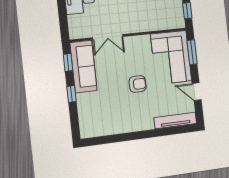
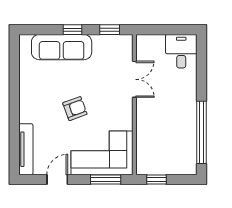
double door: (108, 37) -> (134, 79), swing flipped
sofa: (83, 66) -> (62, 47), moved
armchair: (138, 84) -> (75, 109), turned -110

